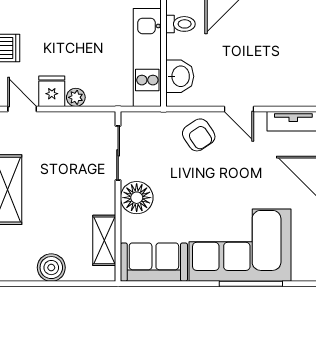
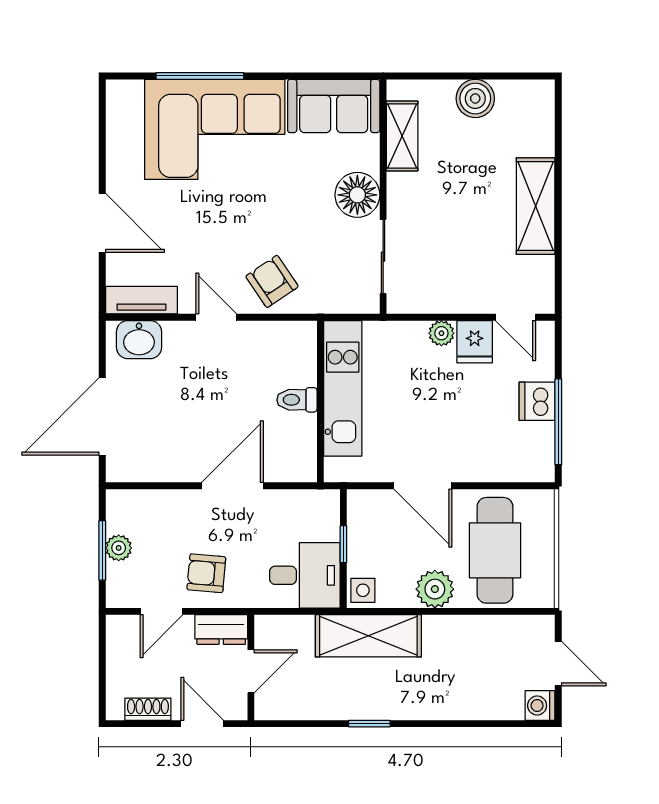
toilet: (181, 24) -> (297, 400), moved
washbasin: (180, 76) -> (139, 340), moved, turned -90

